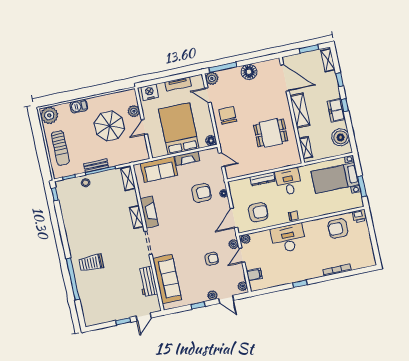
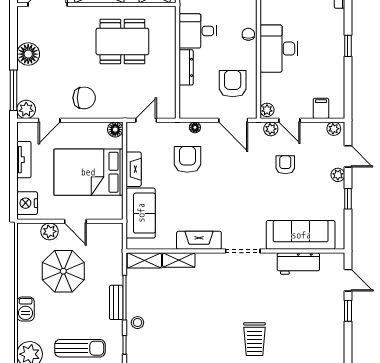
chair: (228, 115) -> (84, 98), turned 180
dining table: (271, 133) -> (122, 41), width x1.38
shelving: (136, 217) -> (179, 260), moved
door: (226, 299) -> (348, 156), hinge flipped

